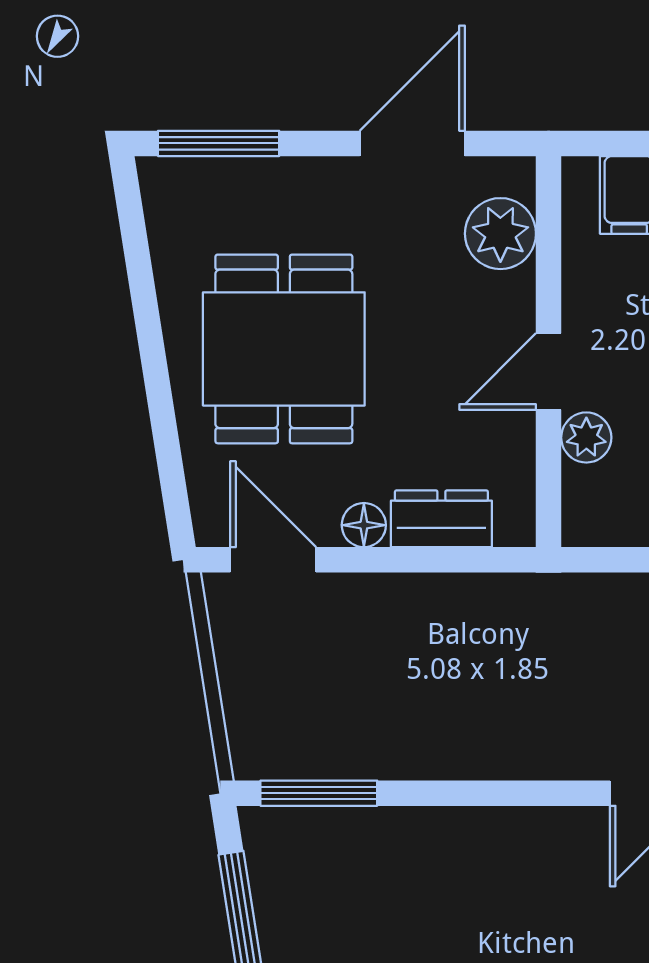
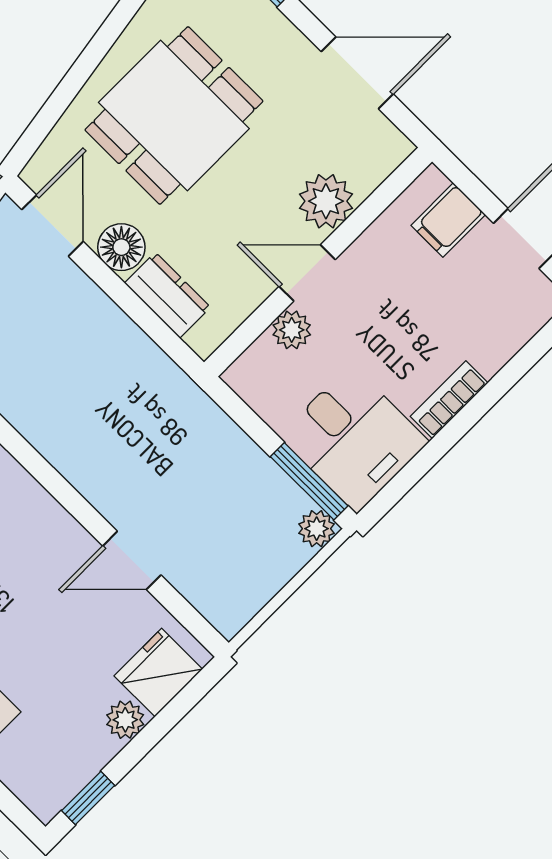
plant: (500, 234) -> (326, 201), moved
floor lamp: (364, 525) -> (121, 247), width x1.37, depth x1.37

